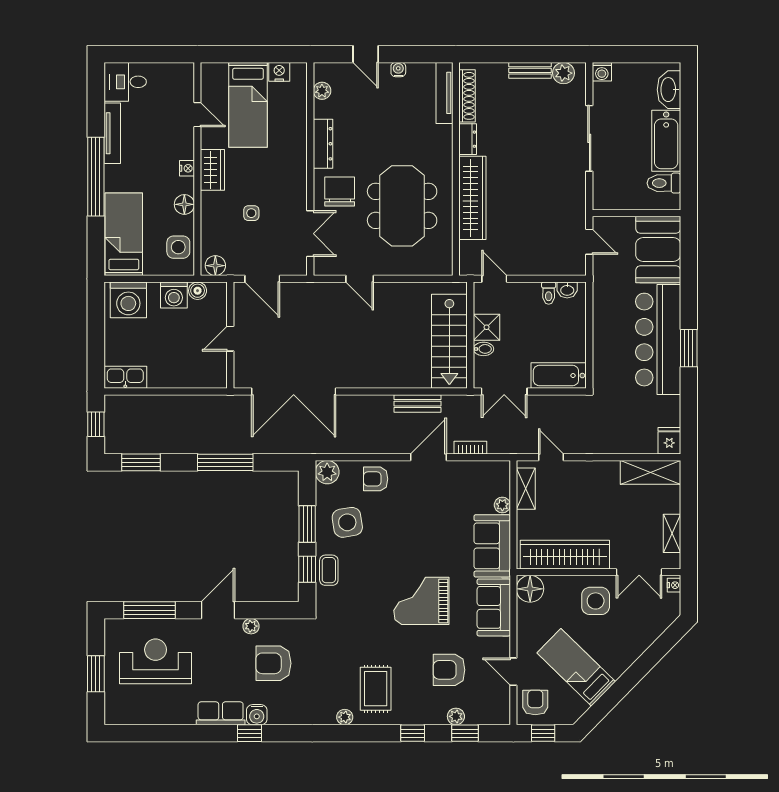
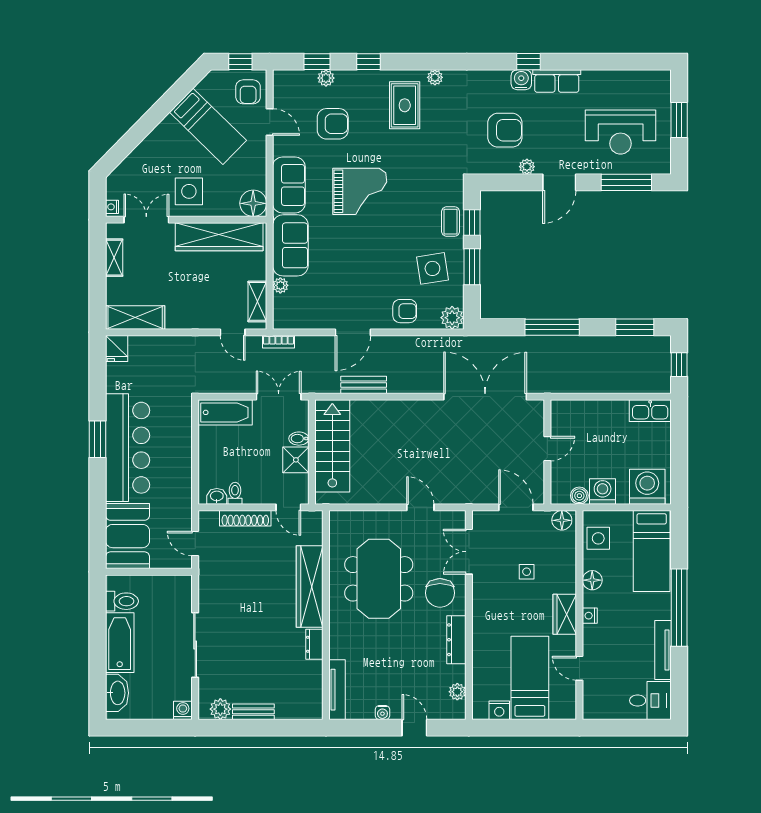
shoe rack: (467, 96) -> (245, 518), moved, turned -90
bookcase: (470, 448) -> (278, 342), moved

